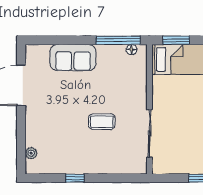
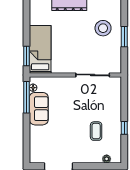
sofa: (73, 58) -> (39, 109), moved
coffee table: (102, 122) -> (96, 131), moved

